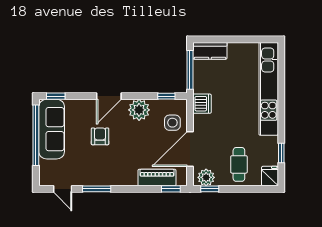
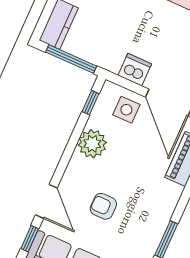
door: (109, 96) -> (46, 201), moved
dishwasher: (202, 104) -> (135, 70), moved

